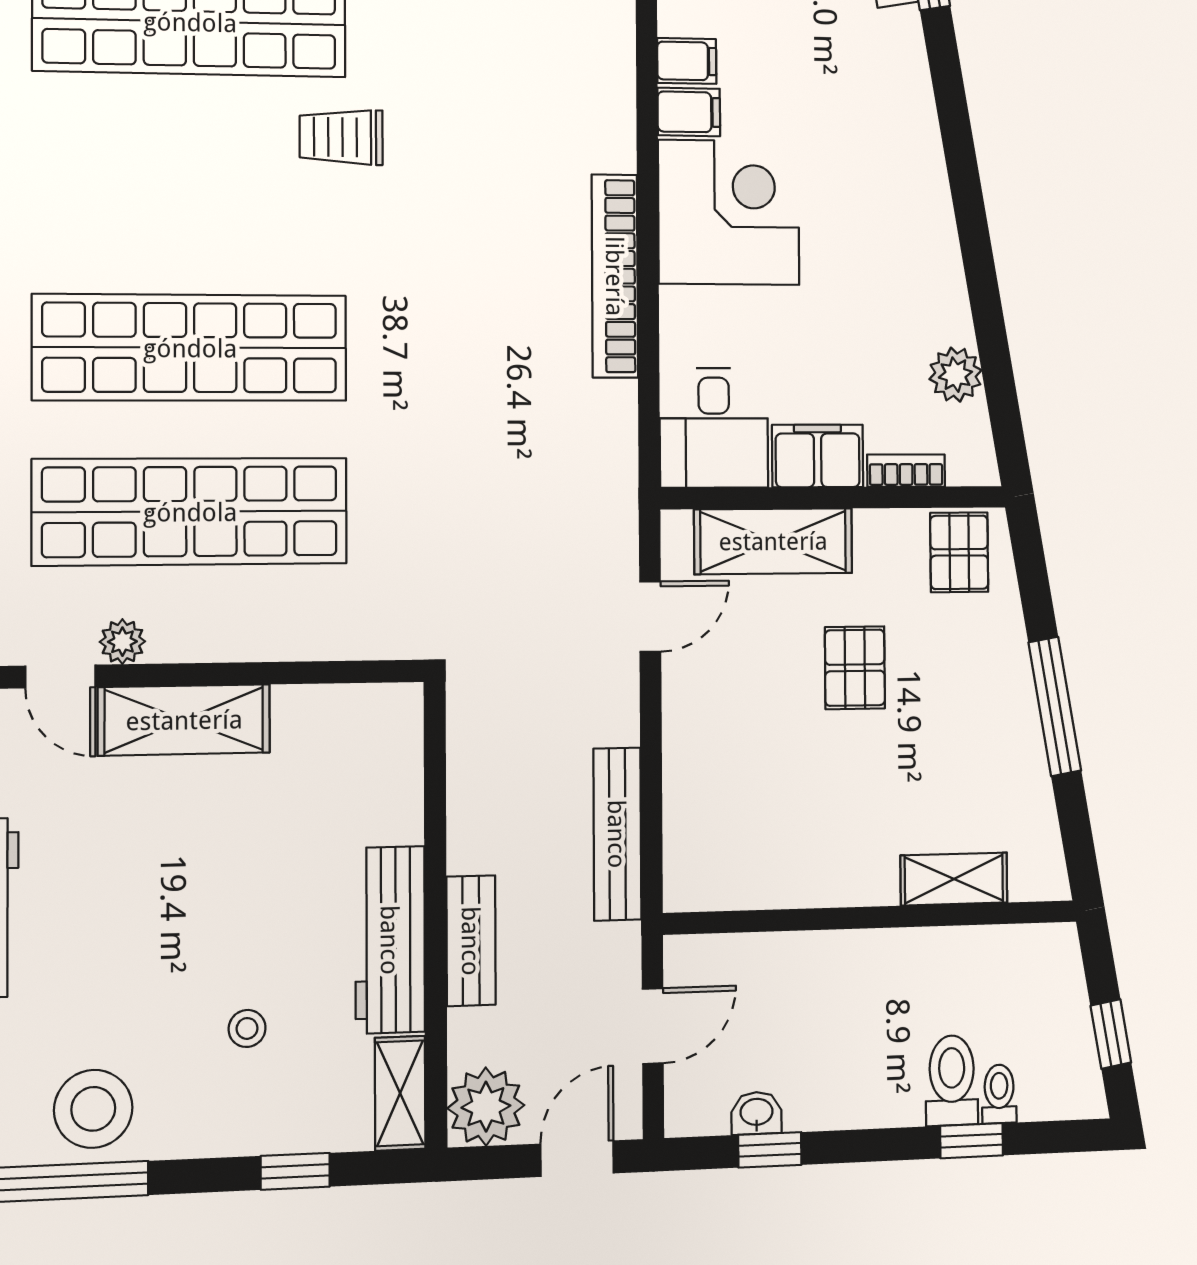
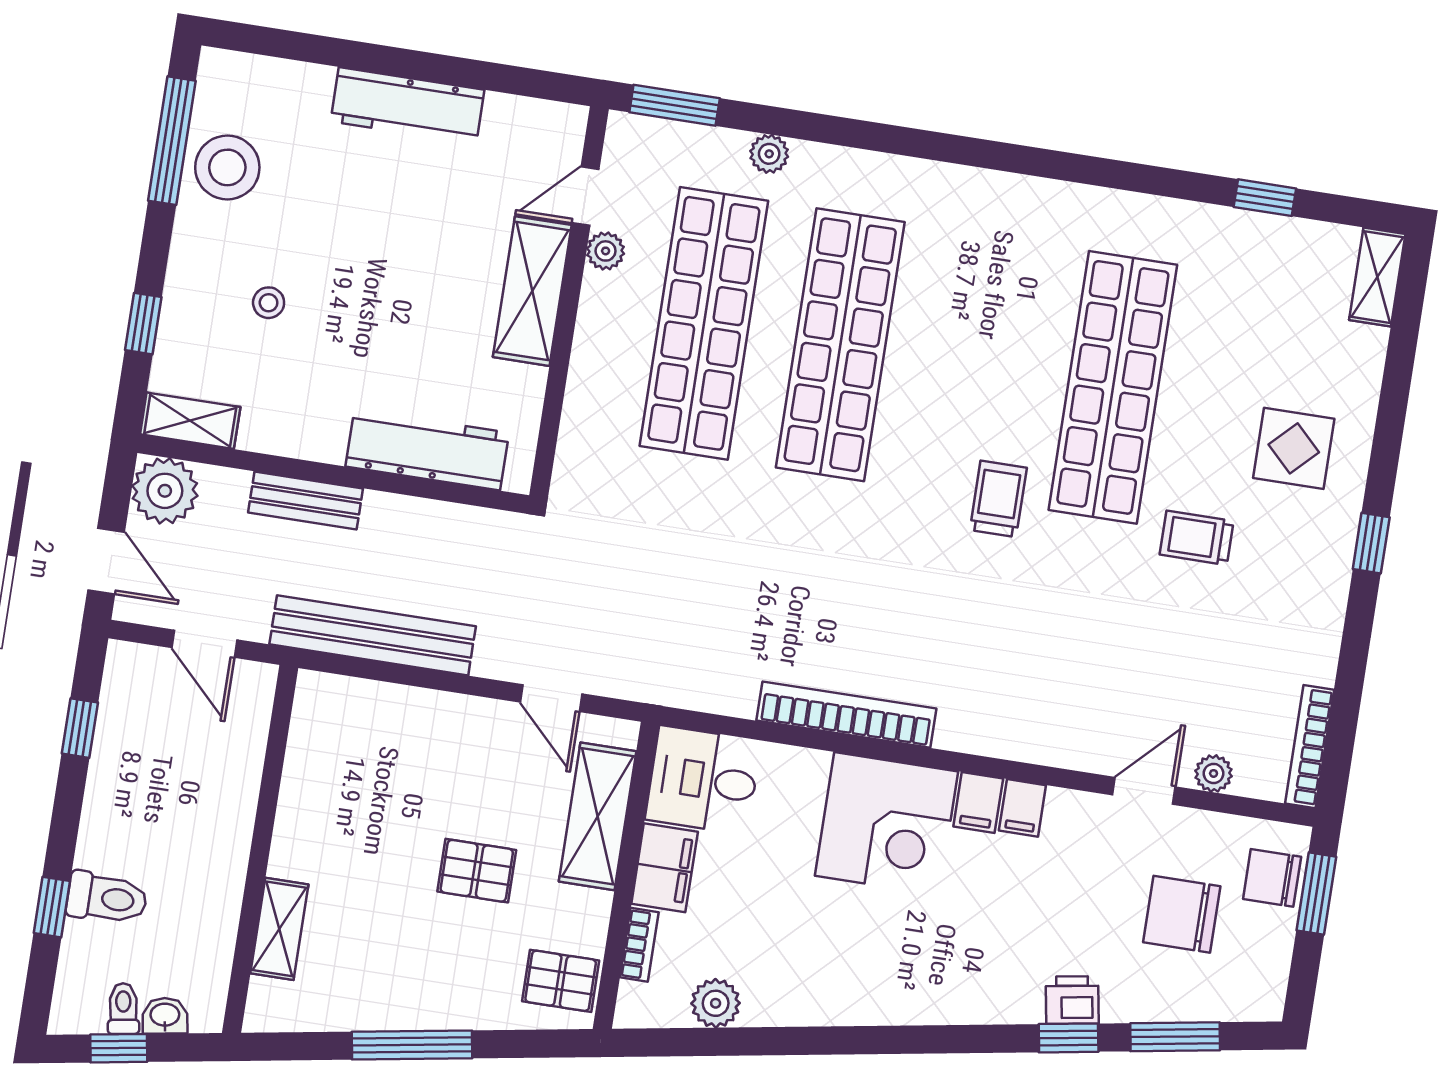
bench: (617, 834) -> (373, 635), width x1.37, depth x1.21
workbench: (390, 940) -> (427, 450), moved
toilet: (999, 1094) -> (123, 1009), moved, turned -100
washbasin: (757, 1113) -> (165, 1016), moved, turned -100

